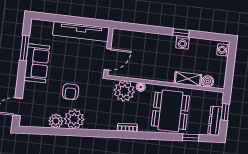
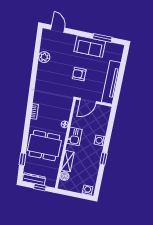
washing machine: (183, 42) -> (100, 140), moved
door: (107, 59) -> (88, 101), hinge flipped
kitchen sink: (155, 73) -> (74, 136), added
plant: (124, 91) -> (63, 112), removed
armchair: (71, 92) -> (79, 74), moved
plant: (74, 119) -> (44, 71), removed

